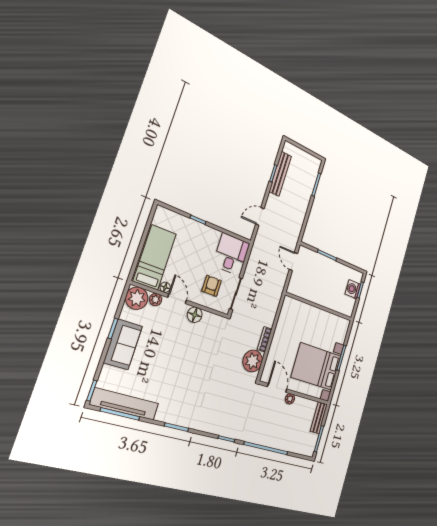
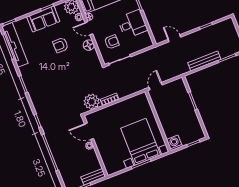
bench: (280, 174) -> (204, 61), moved
desk: (231, 254) -> (132, 24), moved
door: (293, 262) -> (156, 86), moved
washing machine: (353, 289) -> (174, 143), moved
door: (177, 299) -> (89, 28), swing flipped
armchair: (169, 348) -> (61, 45), added
bed with nightstands: (316, 367) -> (141, 142), moved
door: (277, 388) -> (89, 131), swing flipped

